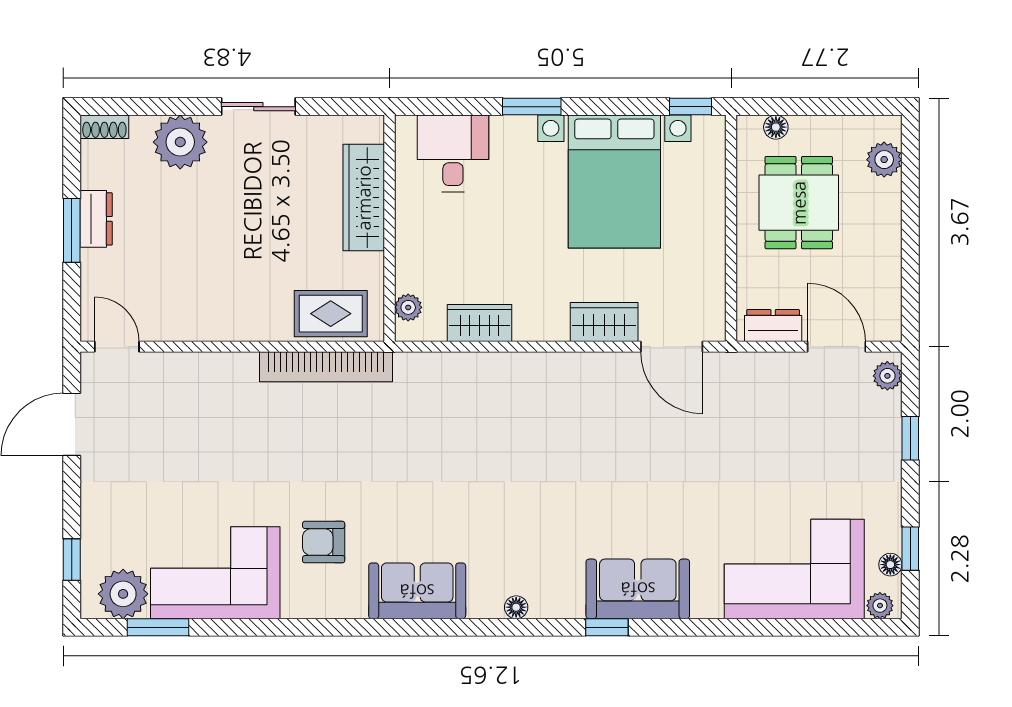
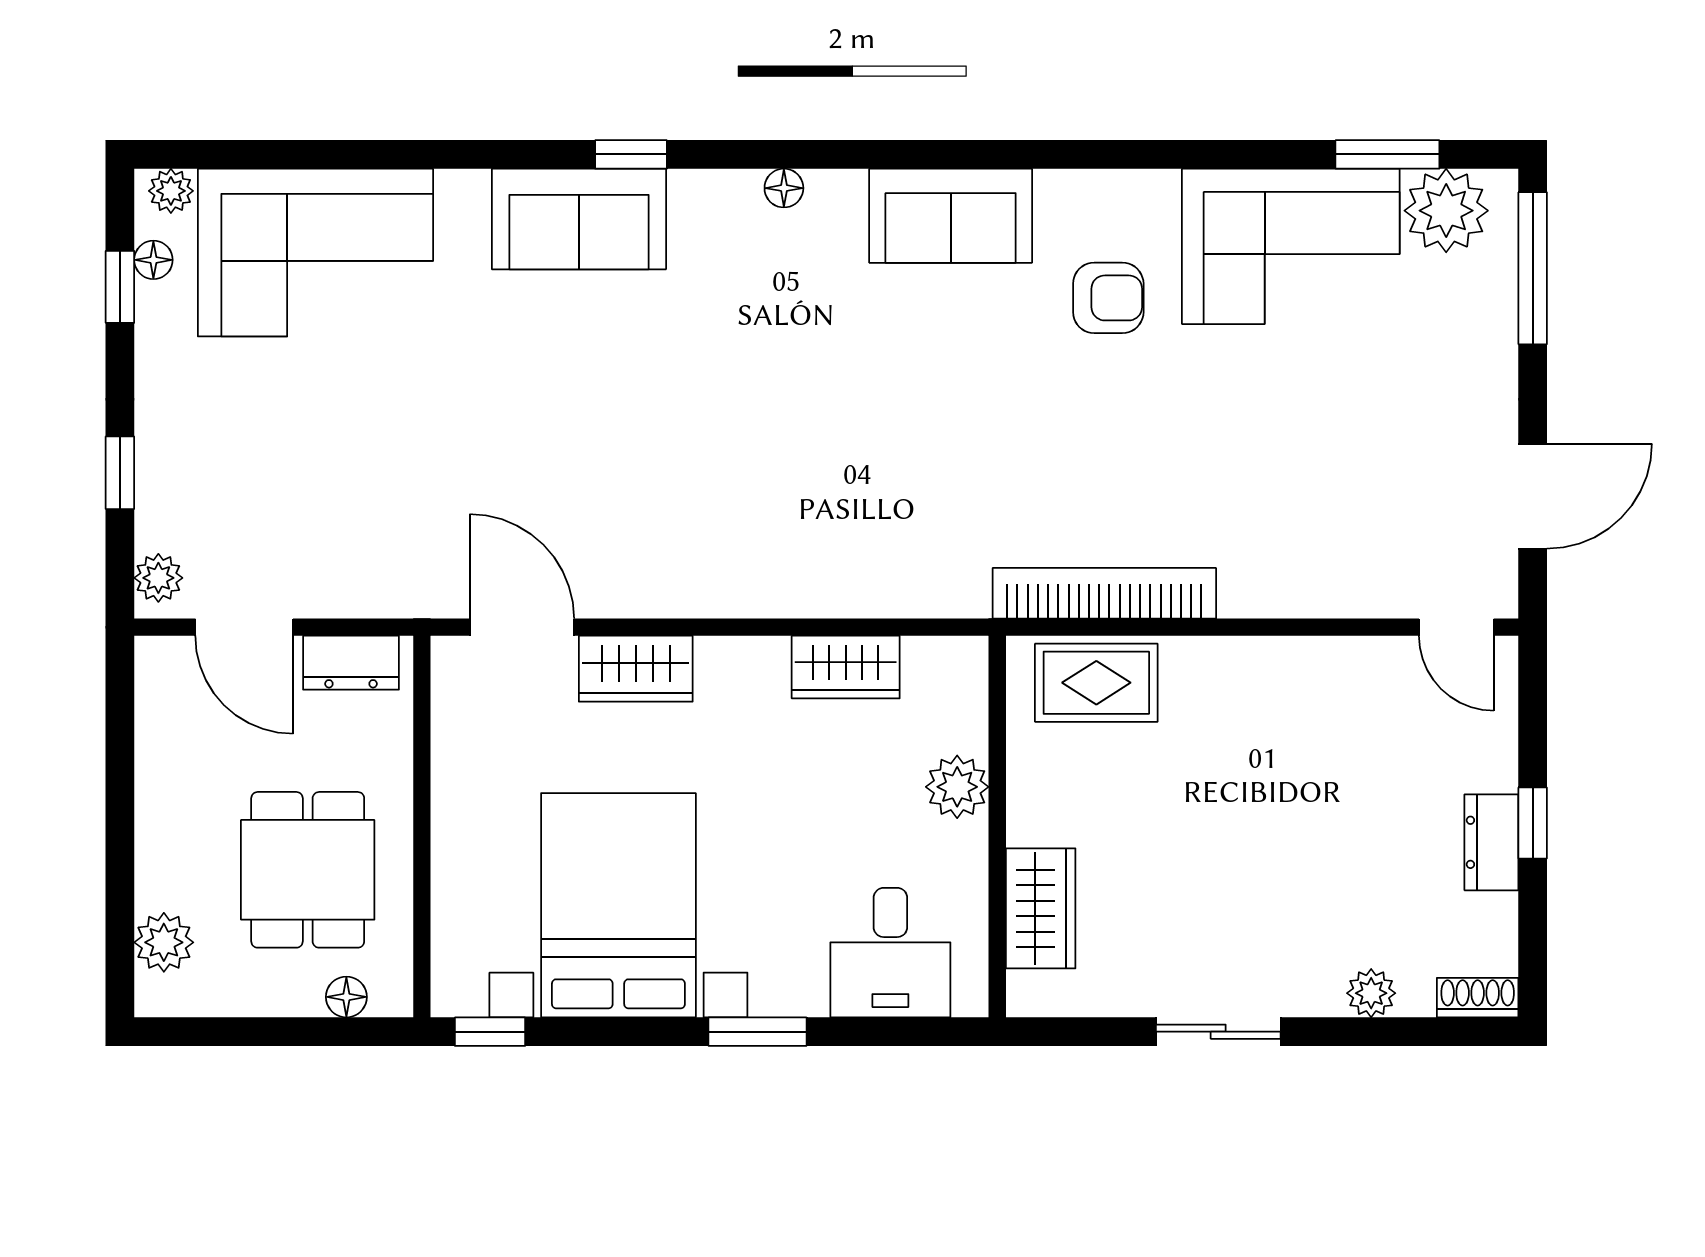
plant: (180, 142) -> (1371, 993), width x0.53, depth x0.53
wardrobe: (364, 198) -> (1041, 908), width x0.67
window: (72, 230) -> (1533, 823), width x0.67
plant: (408, 307) -> (957, 787), moved, width x1.38, depth x1.38
window: (72, 560) -> (1533, 268), width x2.17

